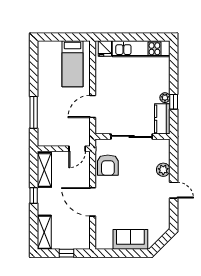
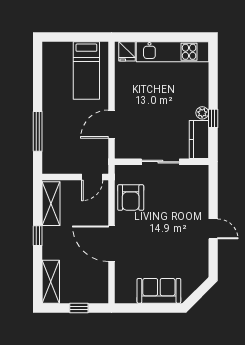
sliding door: (132, 136) -> (160, 162), width x0.73
plant: (163, 170) -> (200, 203), removed

